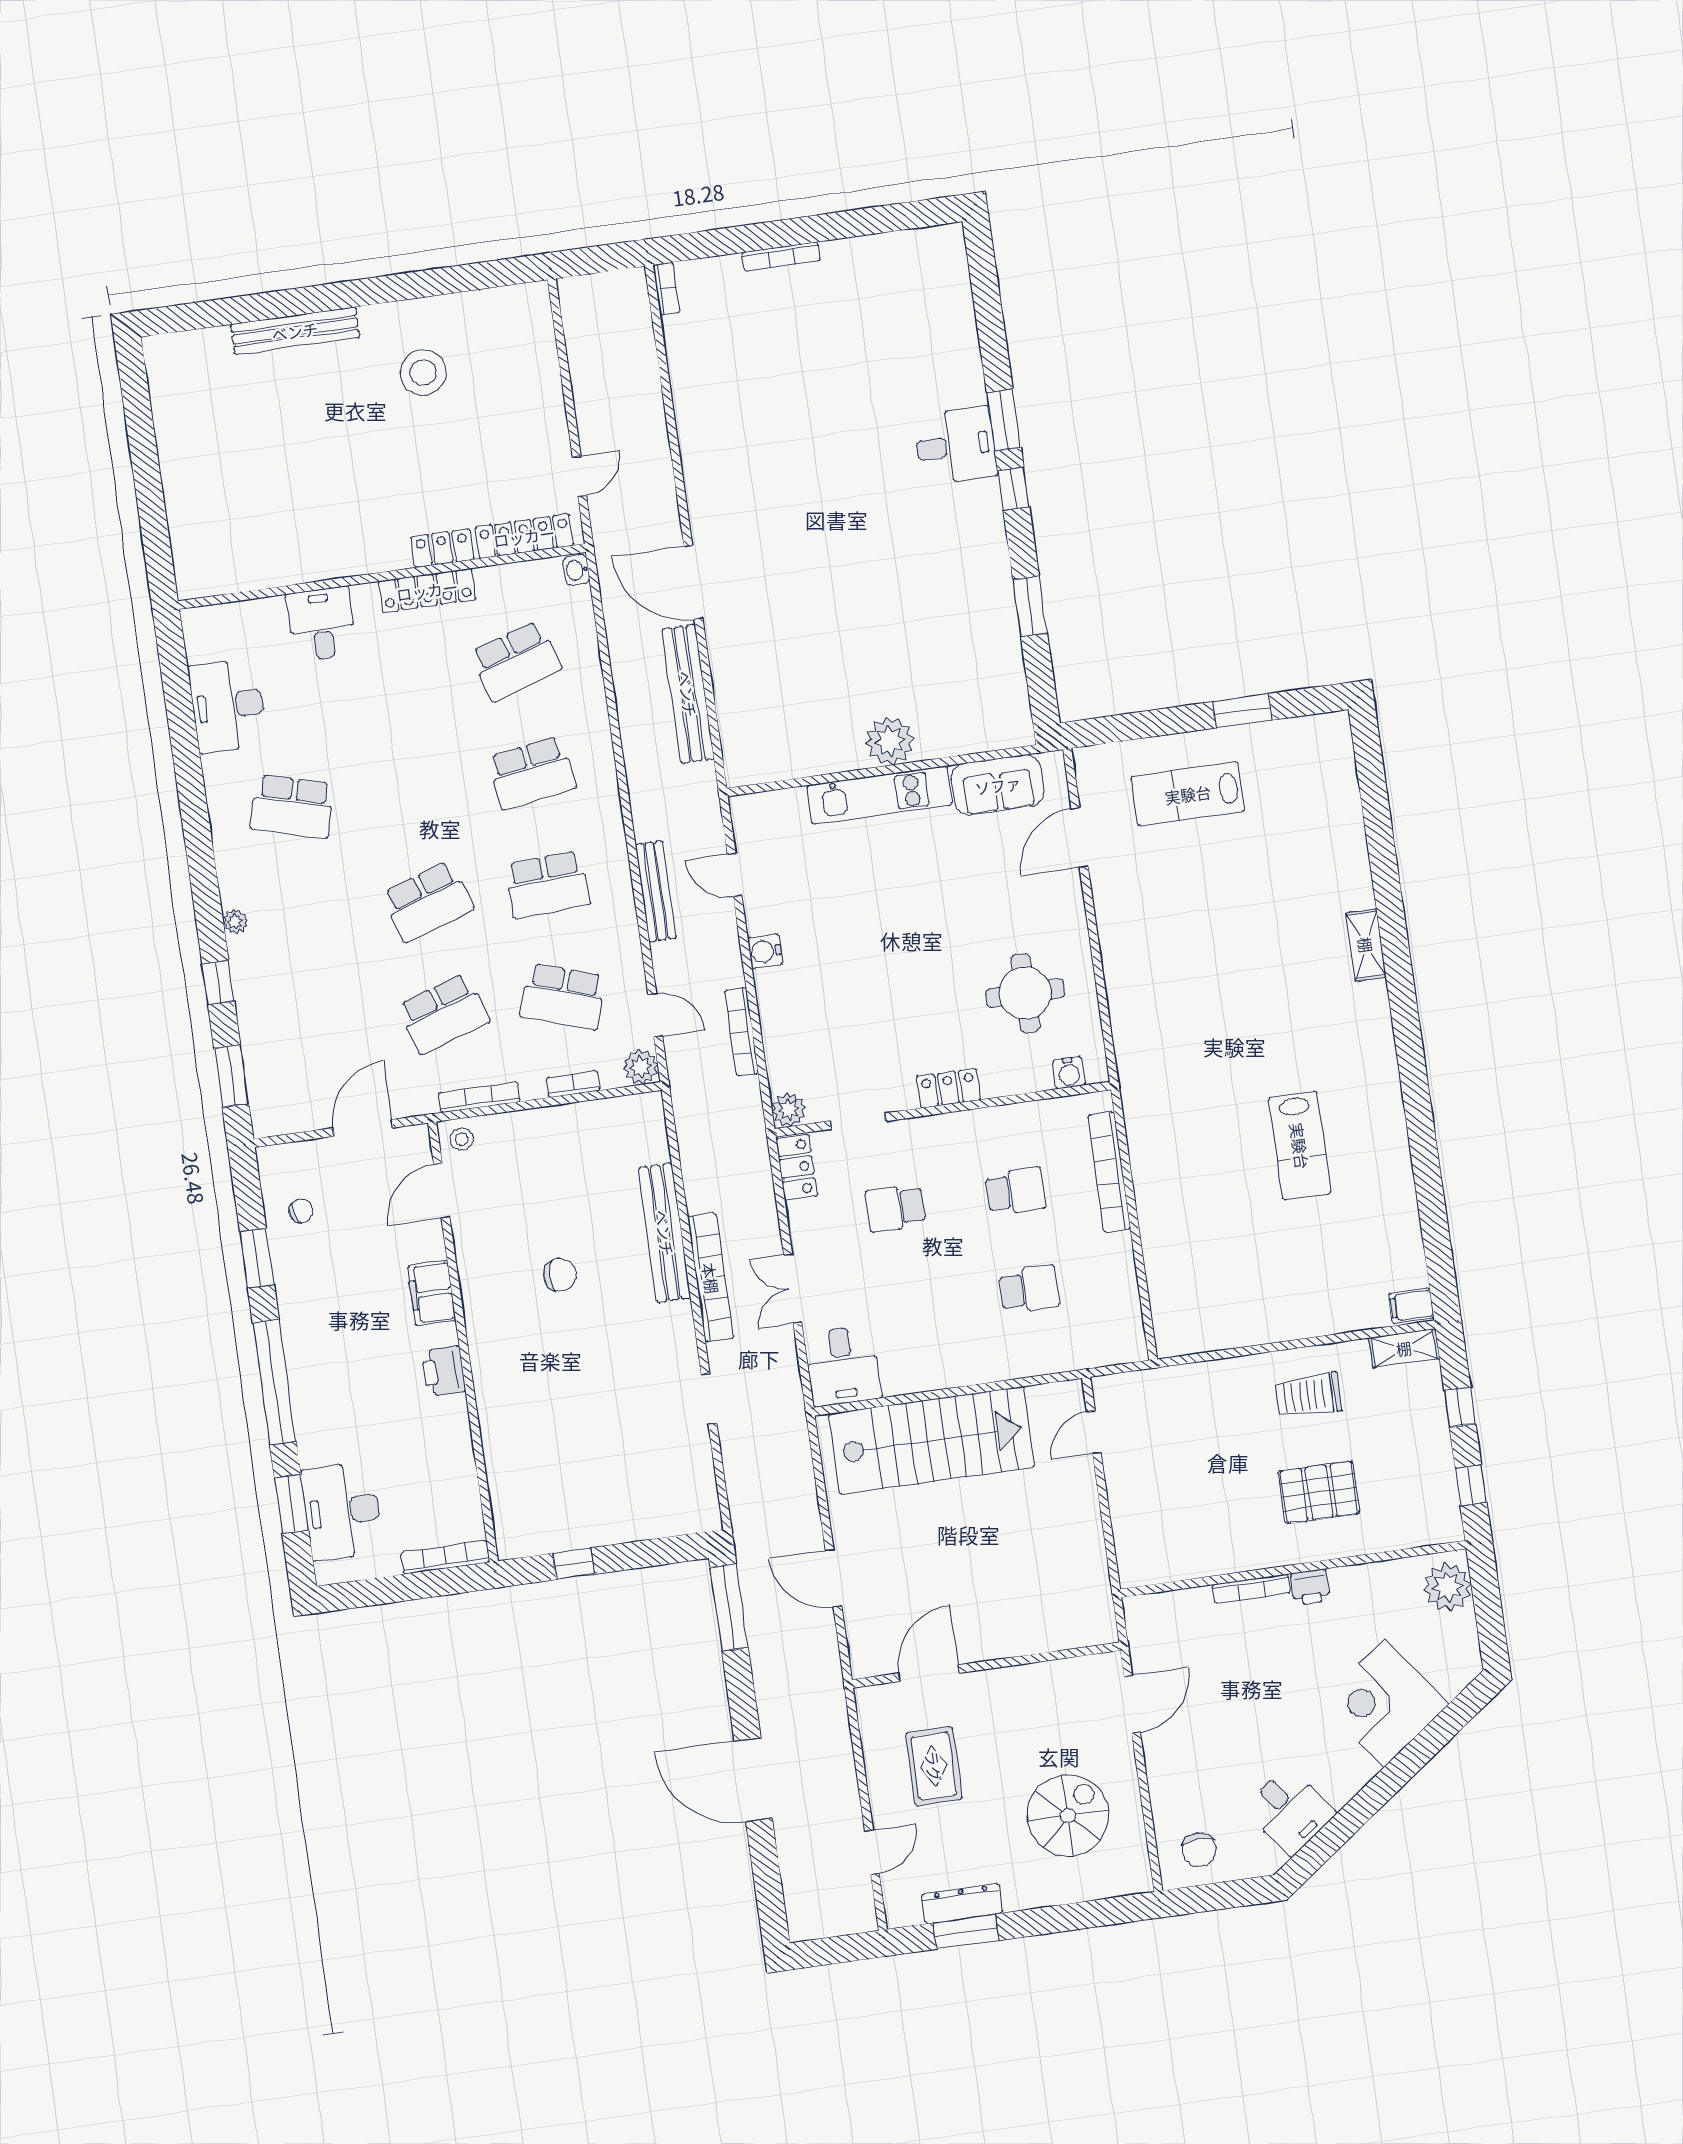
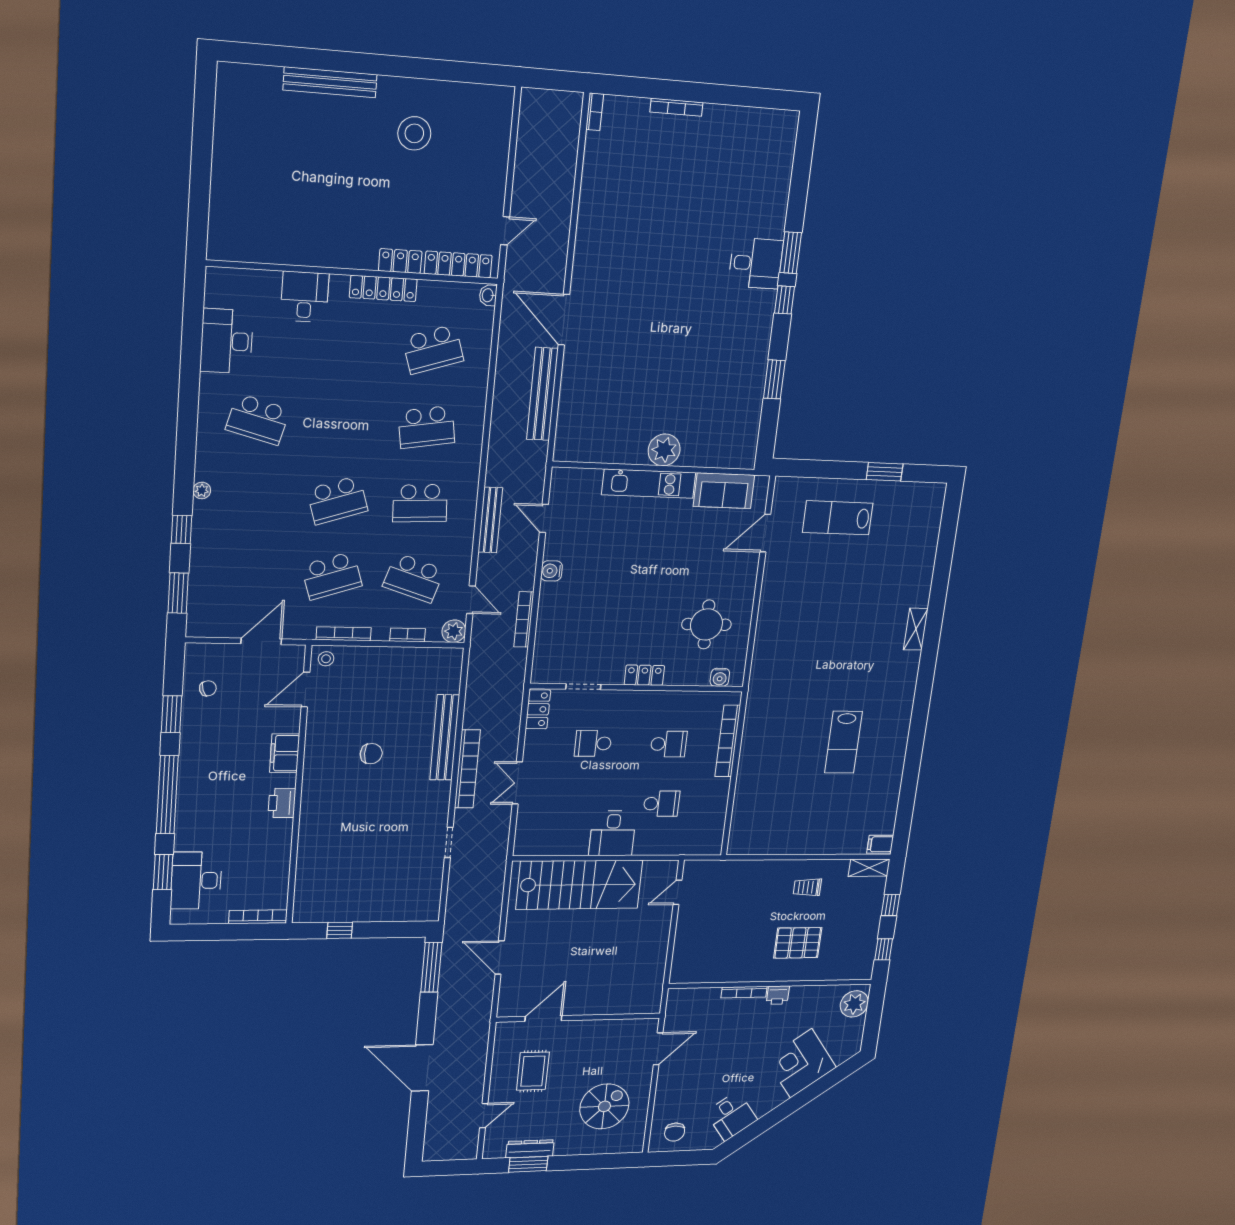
plant: (789, 1110) -> (542, 673), removed
desk: (843, 1366) -> (612, 833), moved
trolley: (1309, 1395) -> (807, 887), width x0.73, depth x0.72

